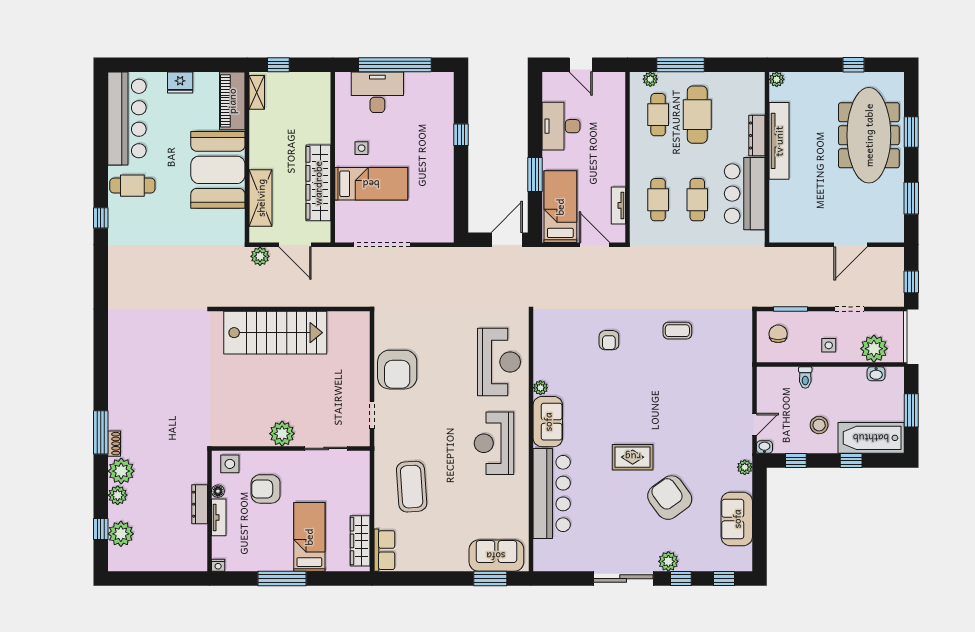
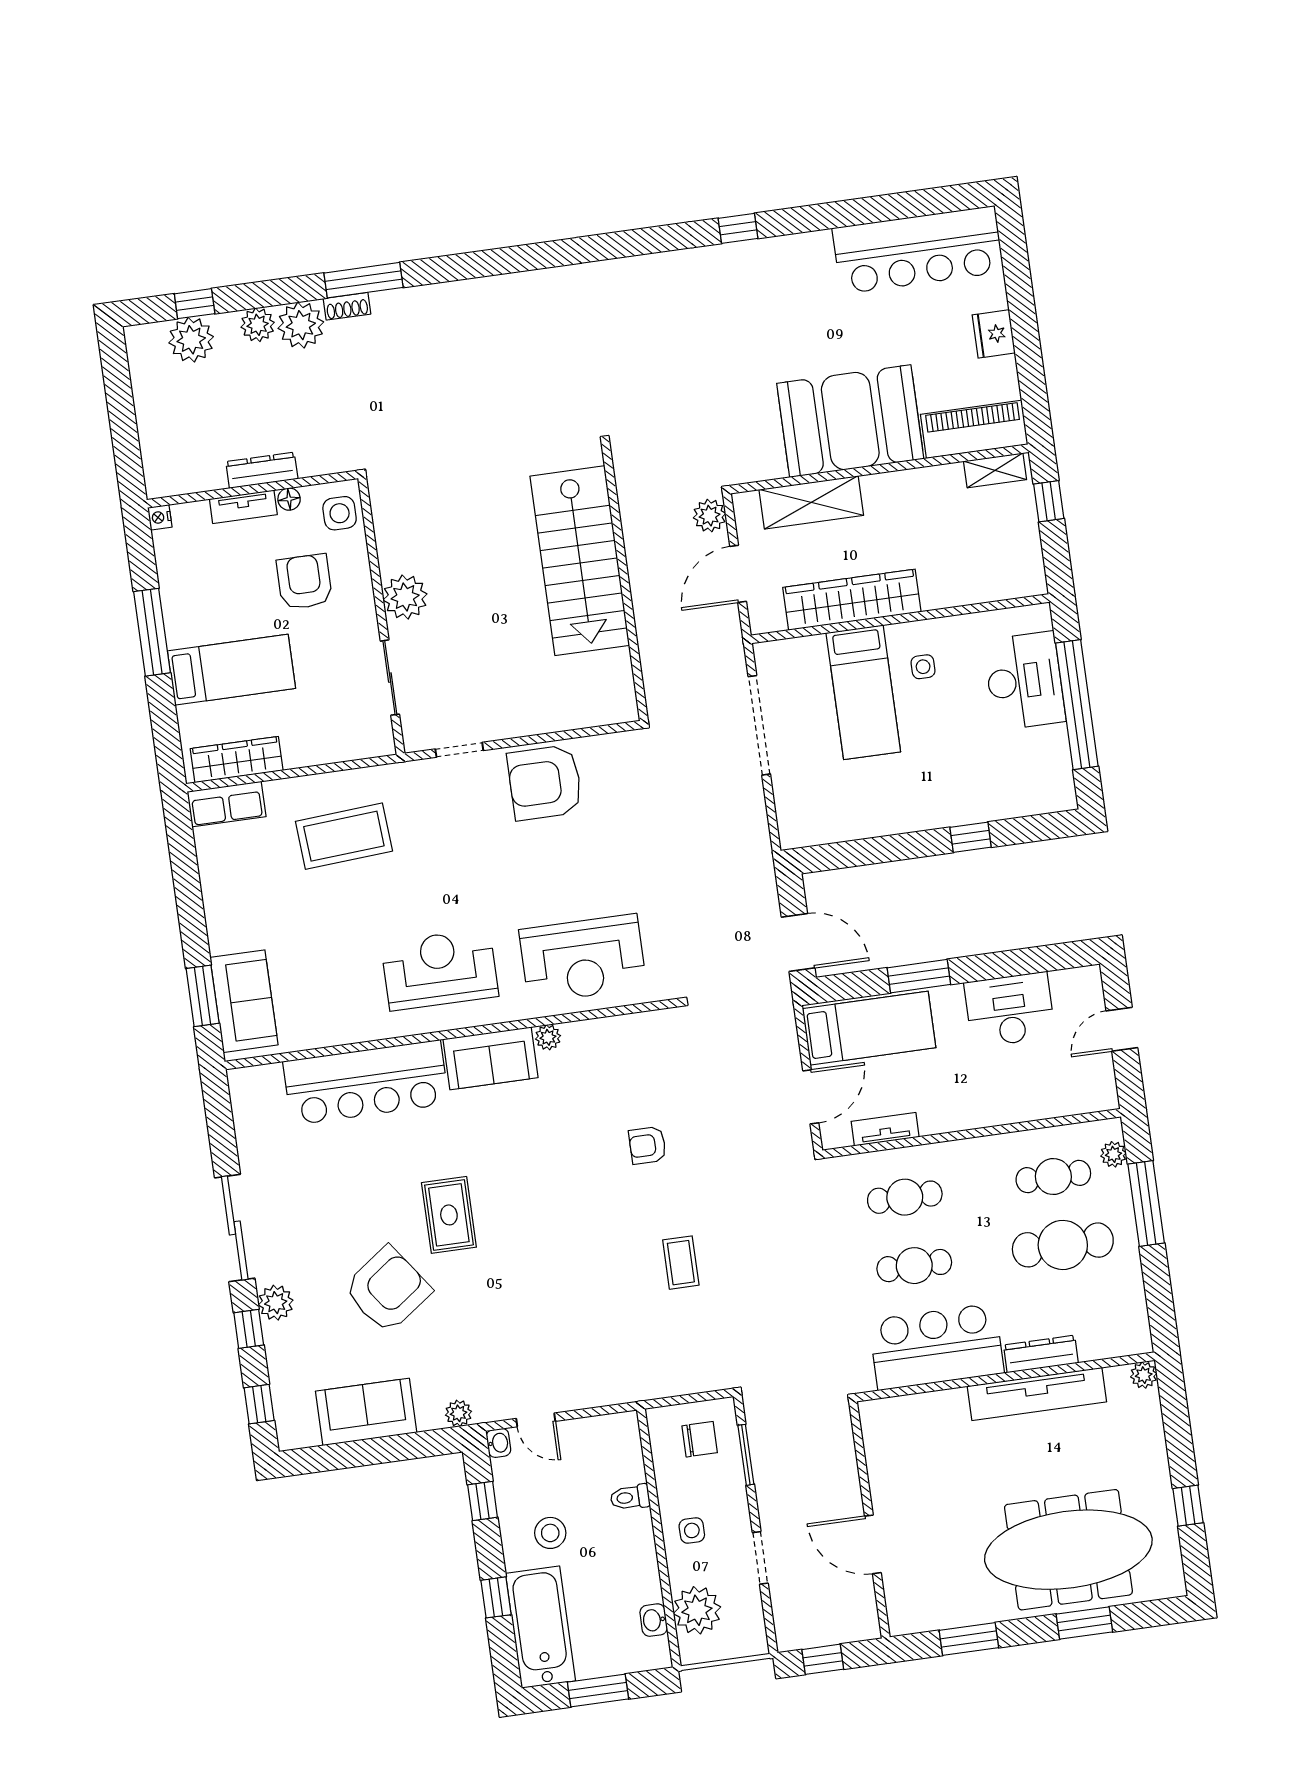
cafe table: (132, 186) -> (802, 276), removed

